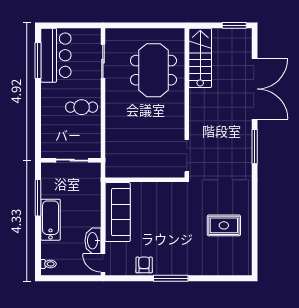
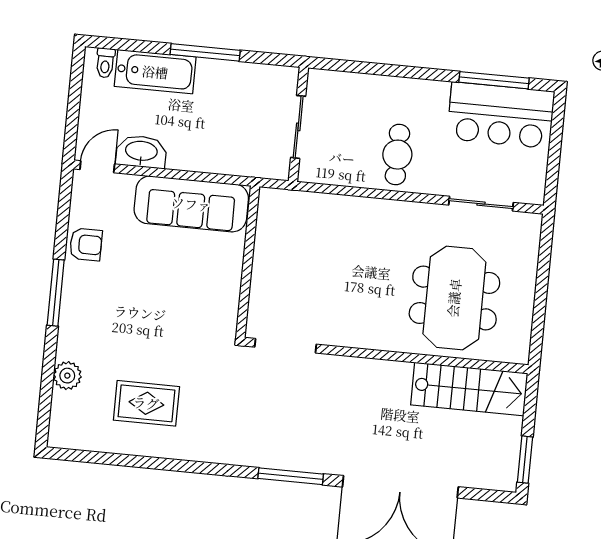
meeting table: (153, 70) -> (454, 298), turned 90
window: (38, 198) -> (205, 52), moved
bathtub: (51, 220) -> (155, 72), moved
rug: (224, 225) -> (146, 403), turned 90
plant: (213, 268) -> (67, 376), added

